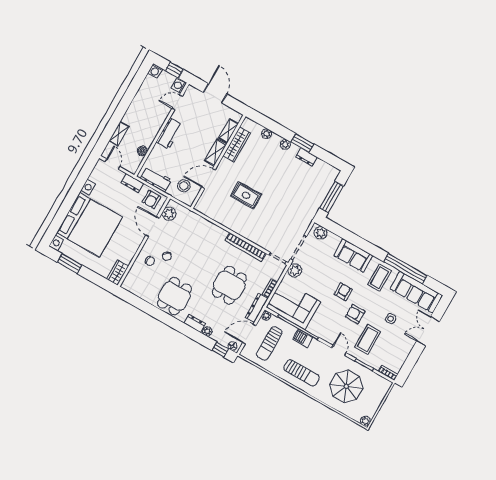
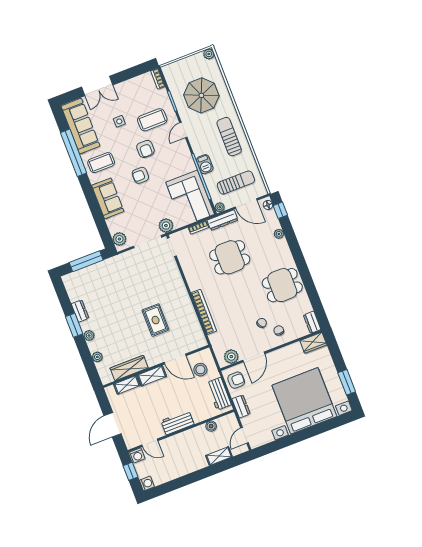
bookcase: (246, 247) -> (204, 312), moved
dresser: (195, 323) -> (312, 322), moved

